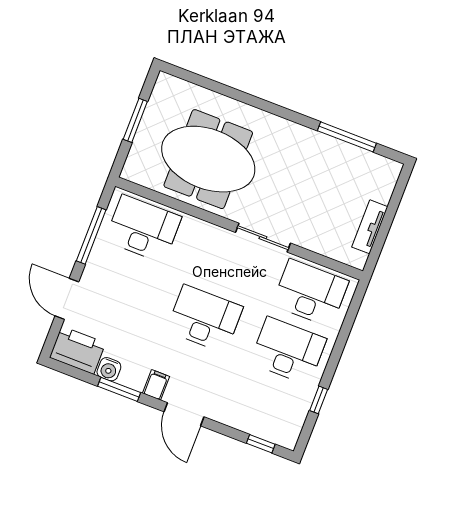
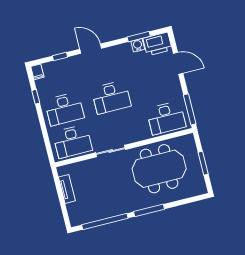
window: (268, 107) -> (149, 210), added
window: (347, 137) -> (105, 221), width x1.46
window: (91, 235) -> (190, 109), moved
filing cabinet: (156, 385) -> (37, 72), moved
window: (119, 389) -> (139, 37), moved
window: (261, 444) -> (60, 56), moved

